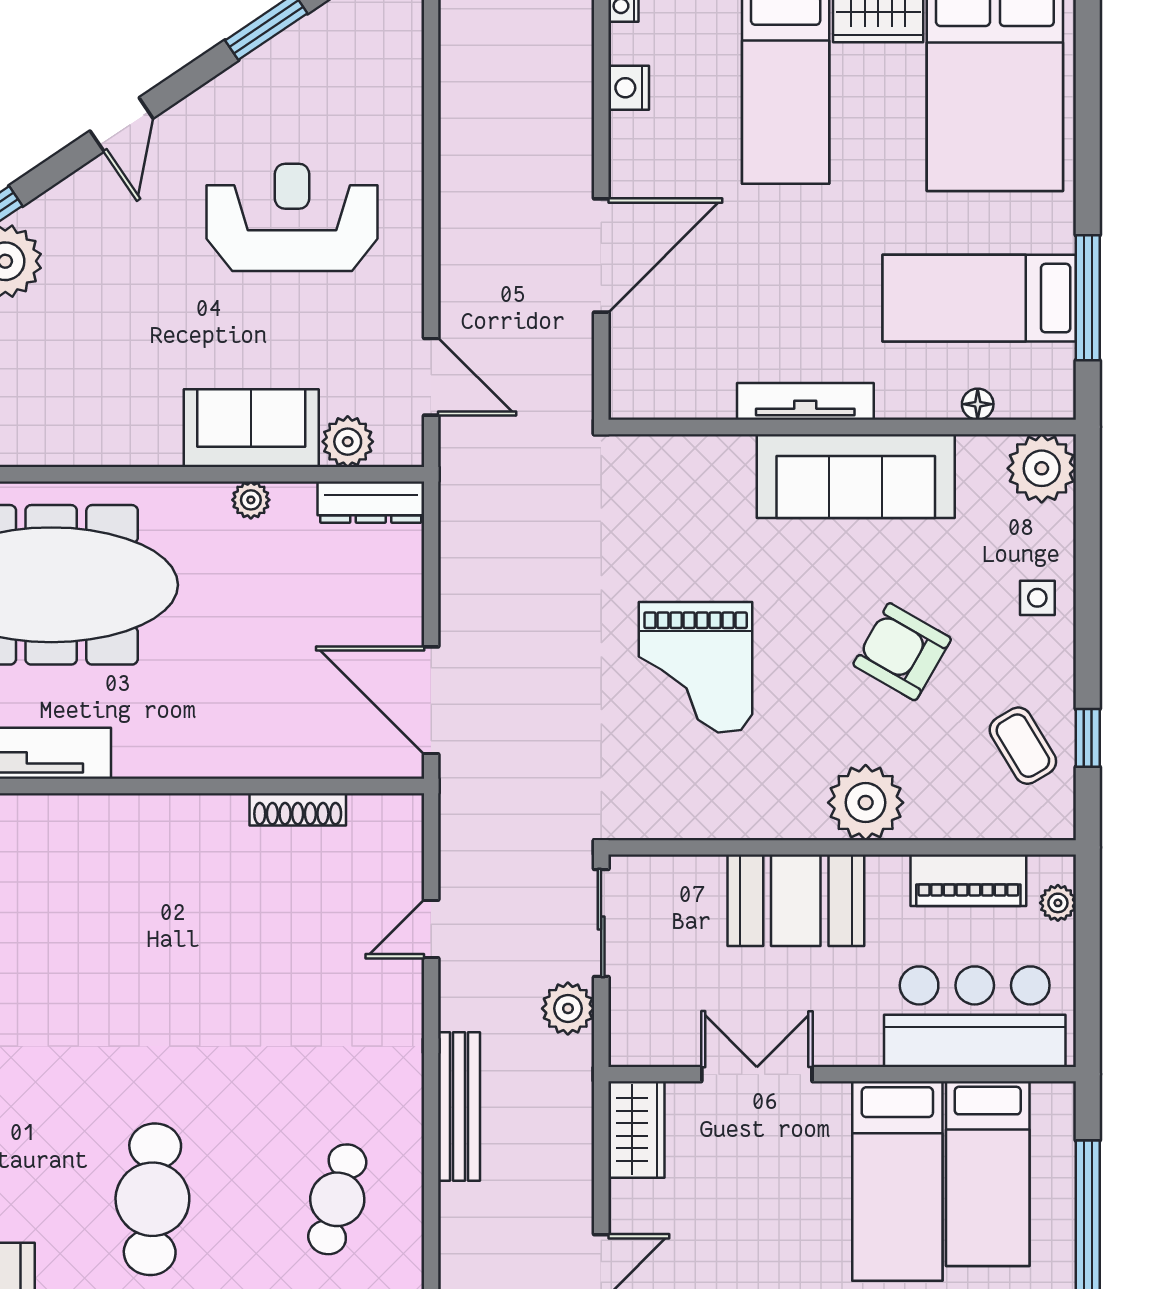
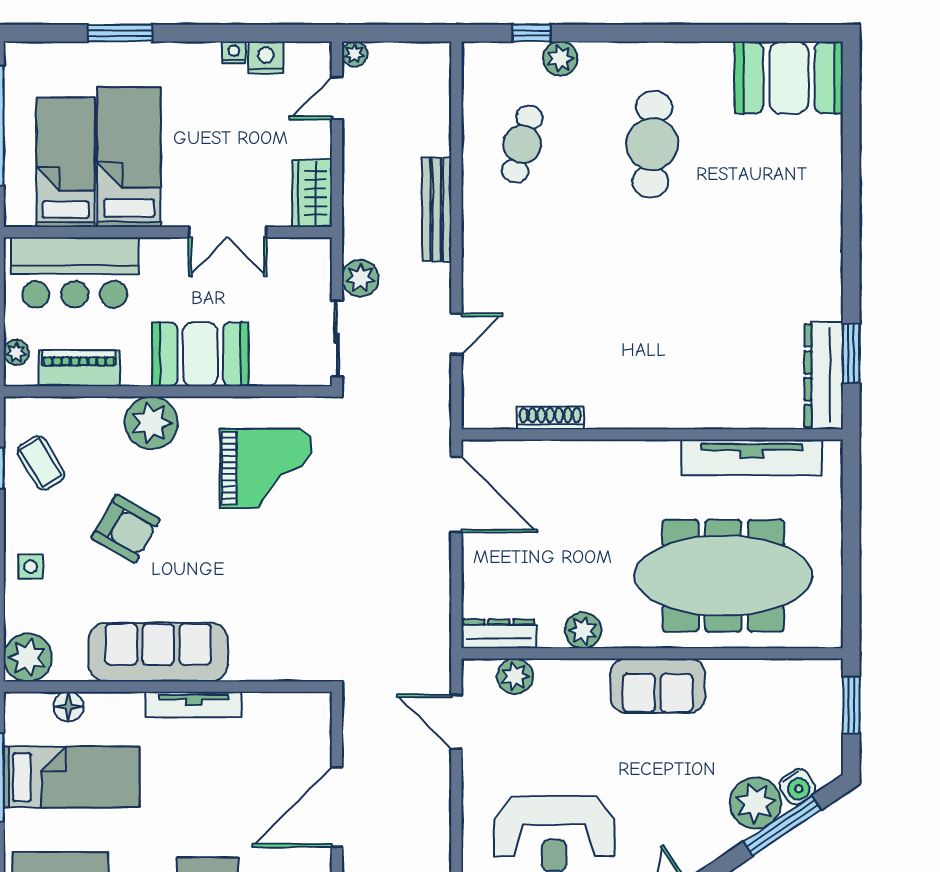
floor lamp: (978, 404) -> (68, 707), width x1.37, depth x1.37
sofa: (251, 428) -> (658, 686), moved
plant: (251, 500) -> (583, 630), width x1.38, depth x1.38
grand piano: (696, 667) -> (266, 468), moved, turned 90

